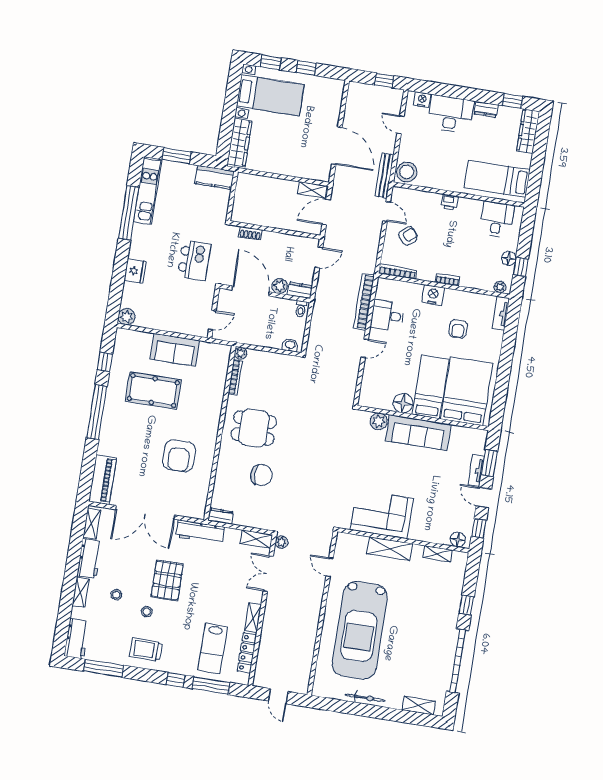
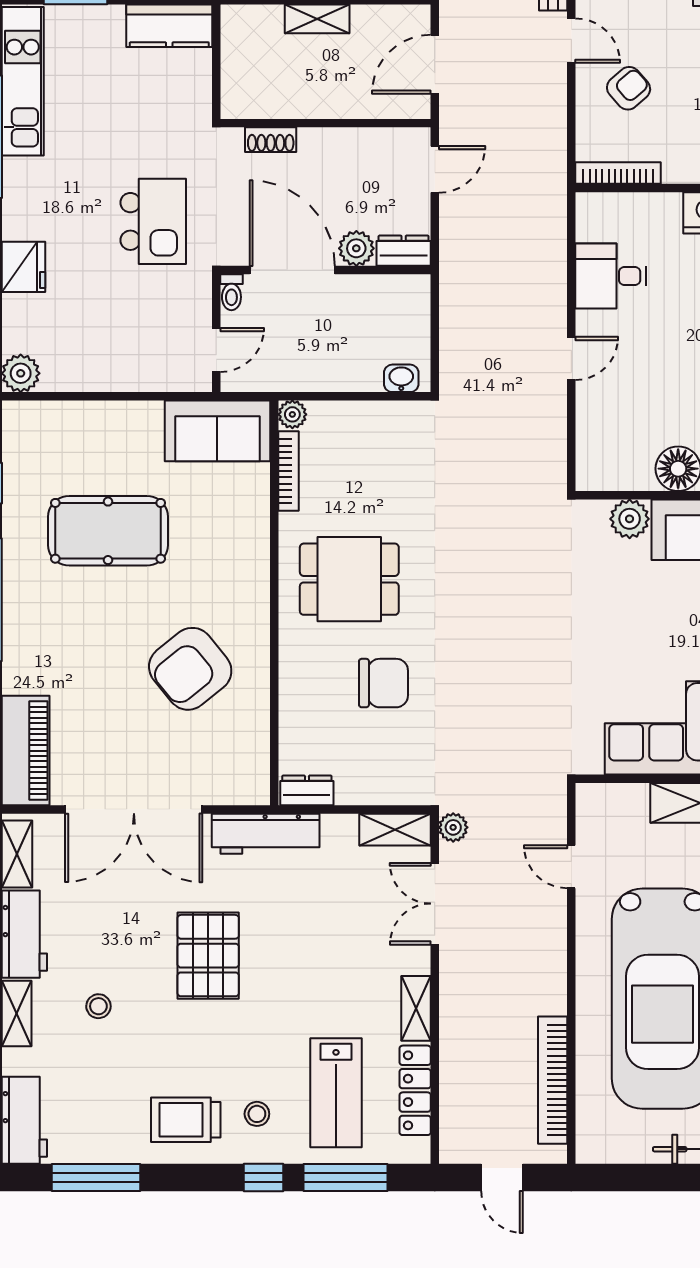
shelving: (312, 190) -> (317, 19), moved
bookcase: (364, 302) -> (553, 1080), moved
toilet: (301, 309) -> (231, 292), moved
sofa: (175, 350) -> (217, 431), moved
armchair: (179, 456) -> (190, 669), turned 51
stool: (147, 612) -> (257, 1114), moved

